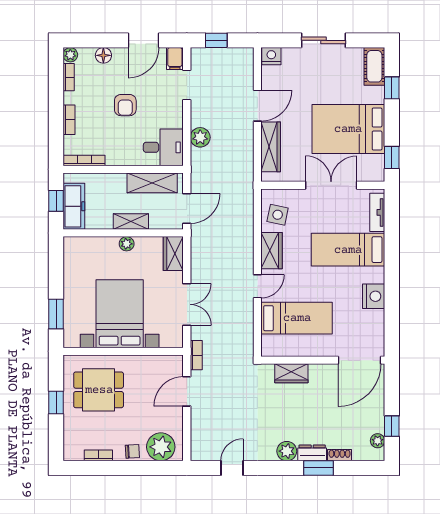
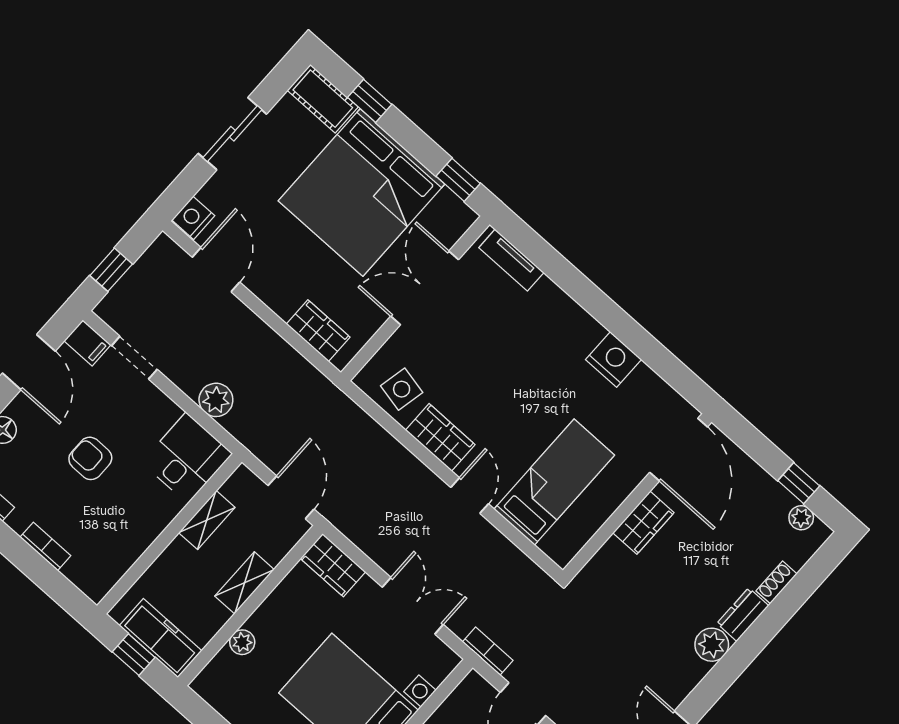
armchair: (125, 105) -> (90, 458), turned 180
door: (257, 106) -> (216, 270), moved
bed: (348, 129) -> (361, 192), width x1.36
wardrobe: (271, 147) -> (318, 331), width x0.67
bookcase: (84, 160) -> (114, 573), removed
shelving: (152, 183) -> (207, 520), width x0.67, depth x0.75
plant: (127, 244) -> (242, 642), moved
bed: (348, 250) -> (525, 339), removed
wardrobe: (291, 373) -> (643, 523), moved
window: (318, 468) -> (769, 624), removed

